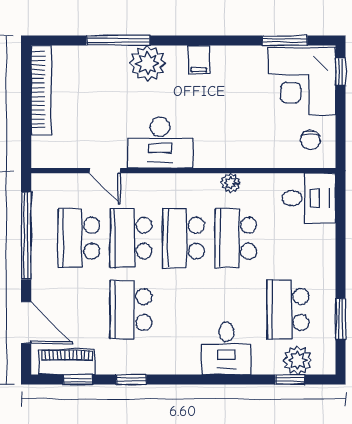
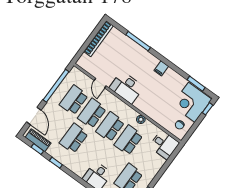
plant: (148, 63) -> (142, 57), removed

